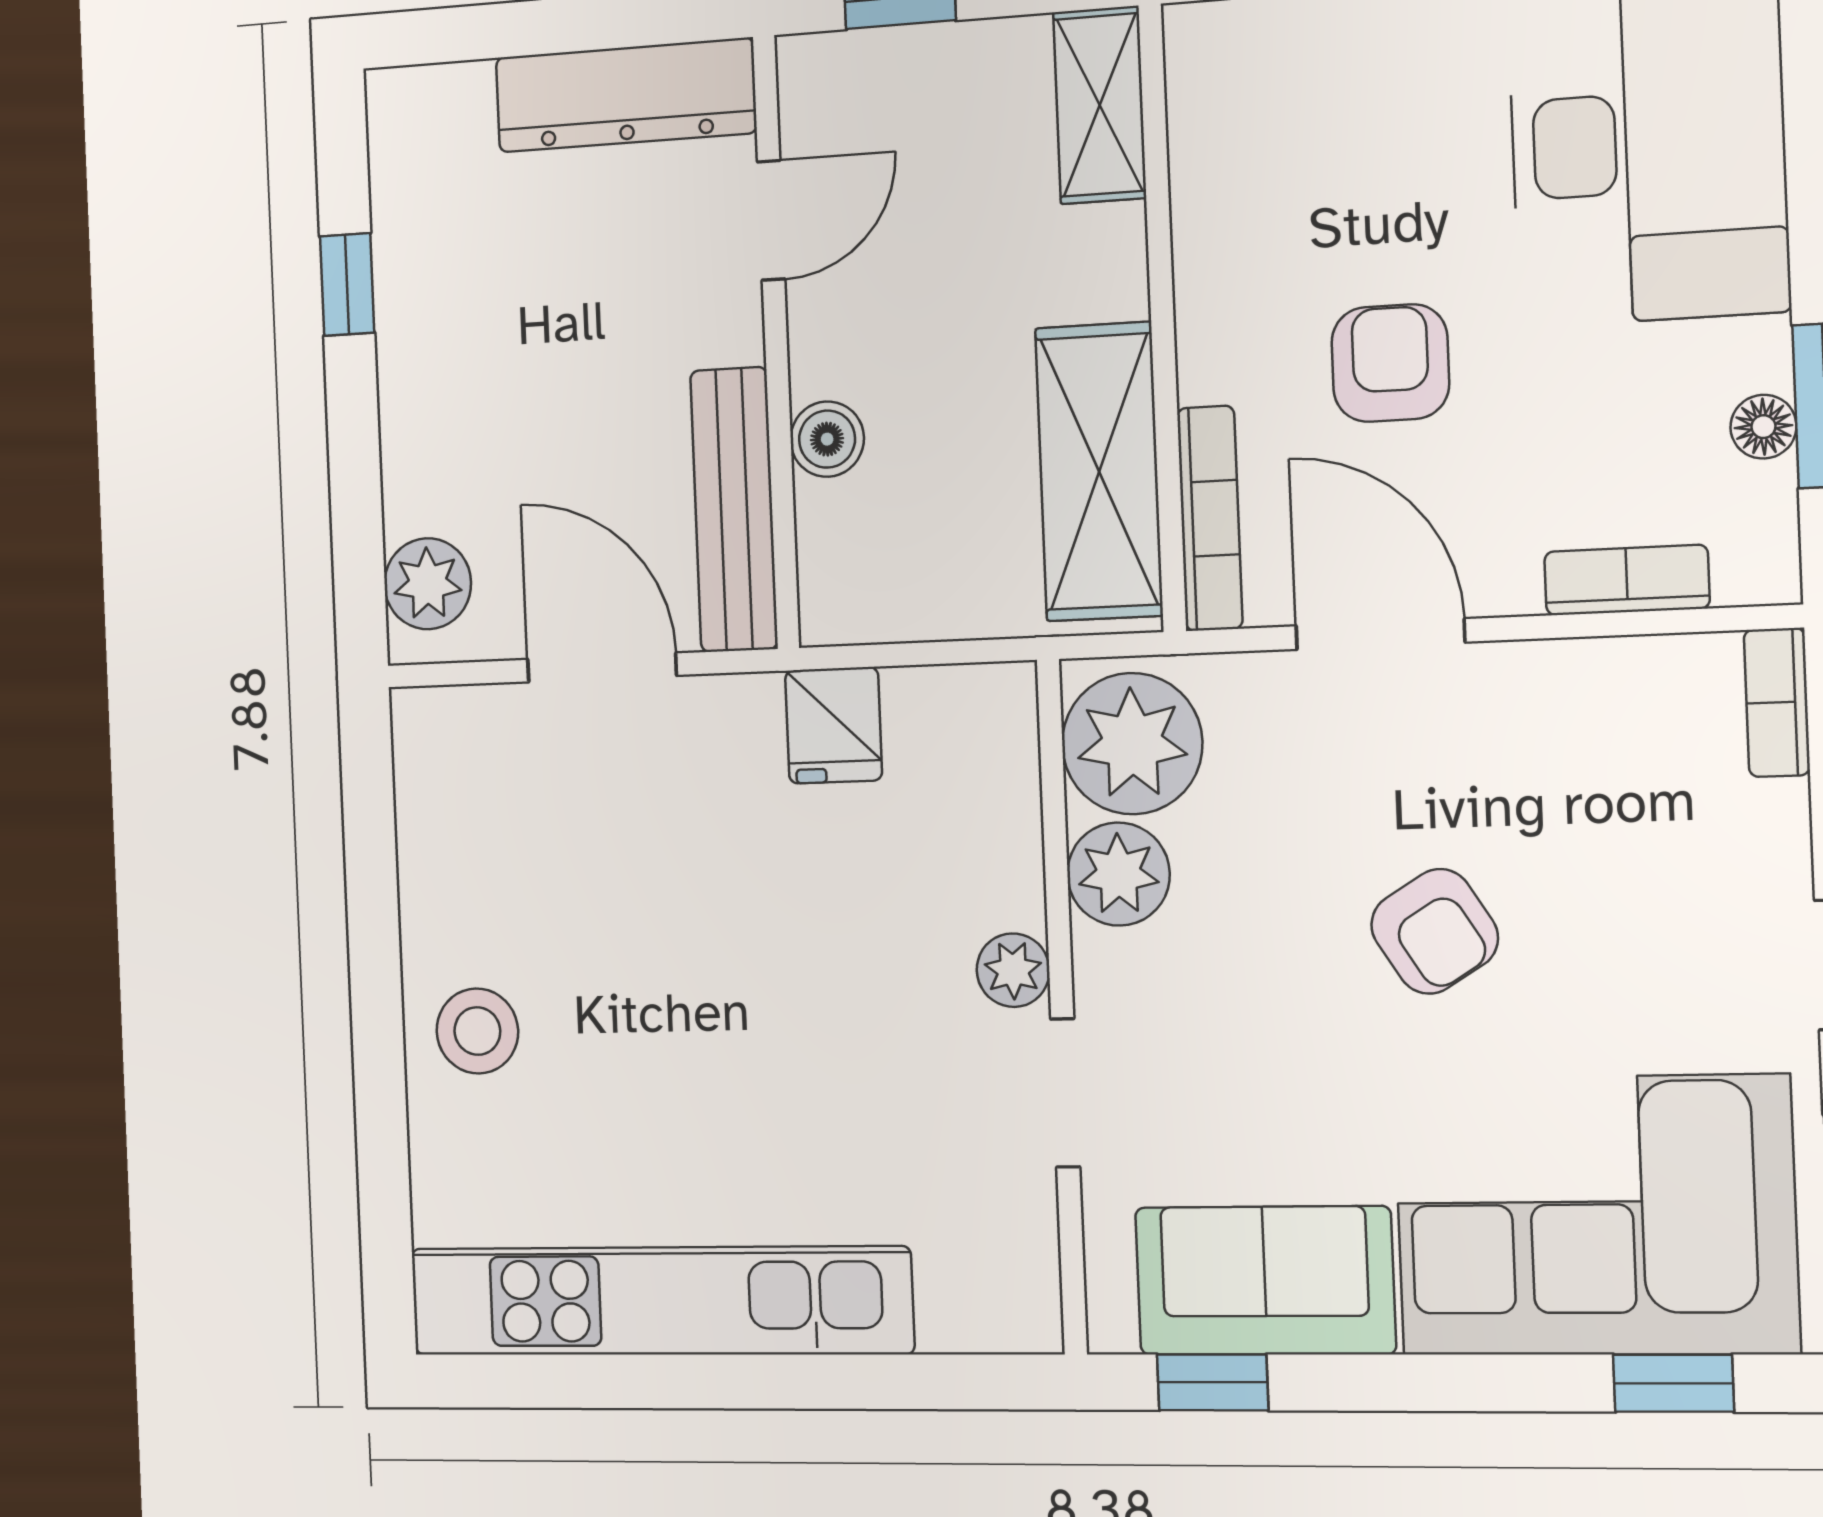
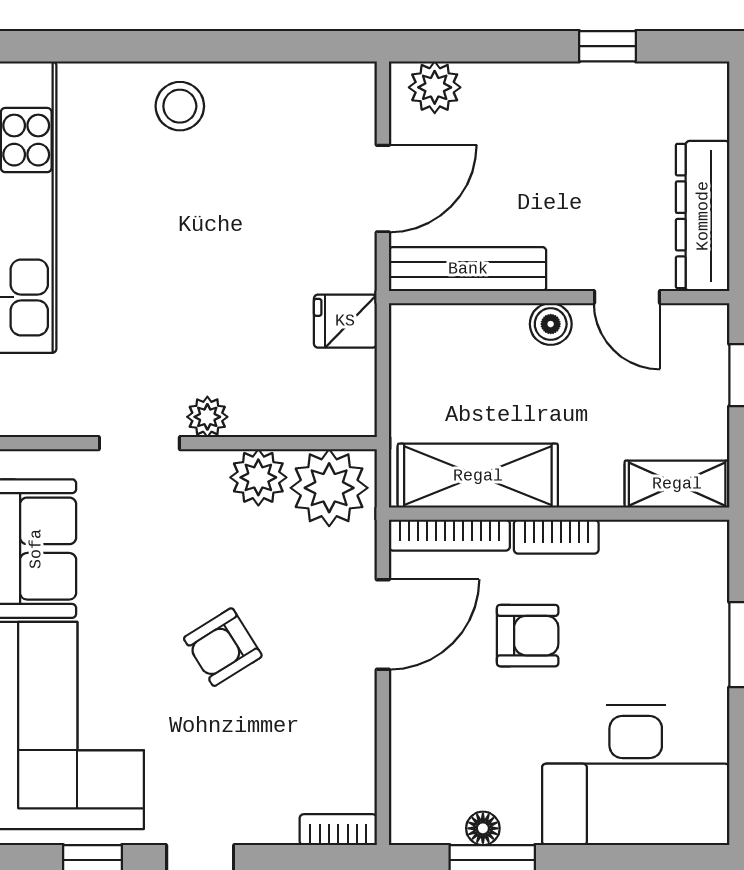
boiler: (827, 439) -> (551, 324), moved
bookcase: (1627, 580) -> (556, 537), moved, turned 90

